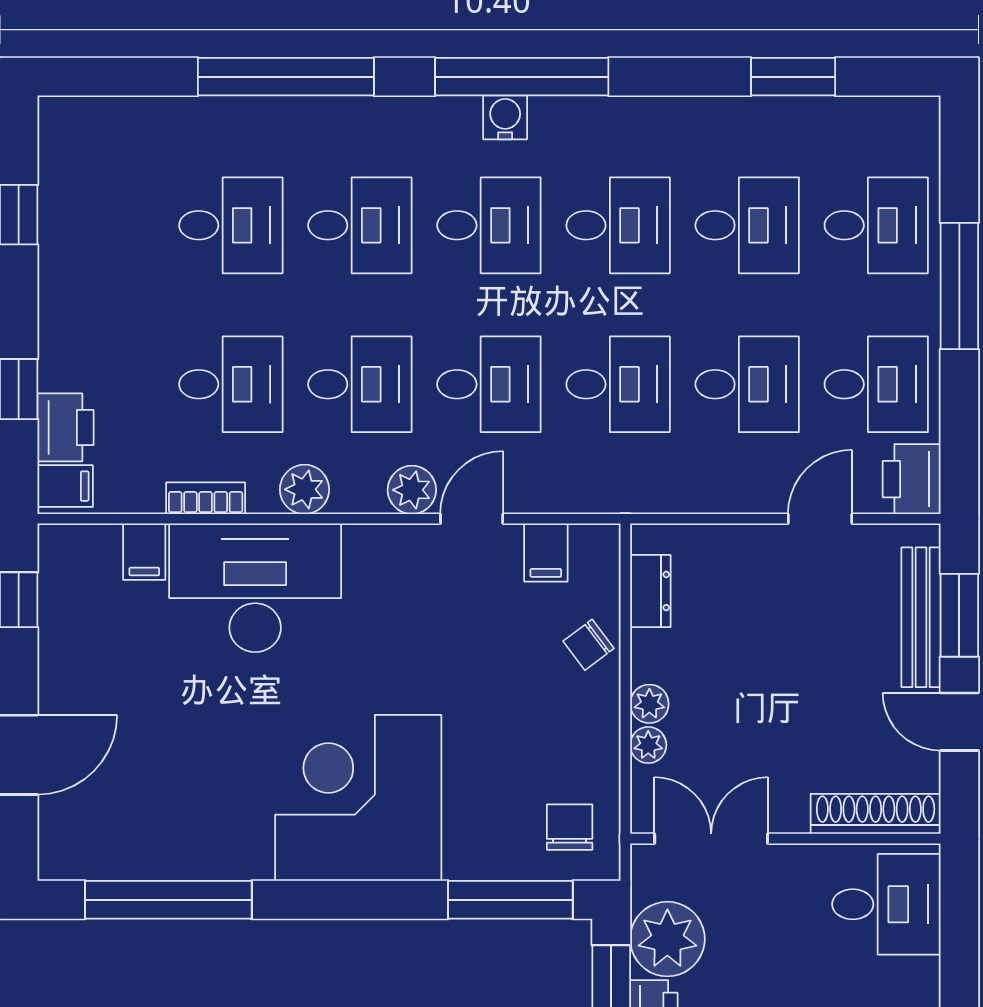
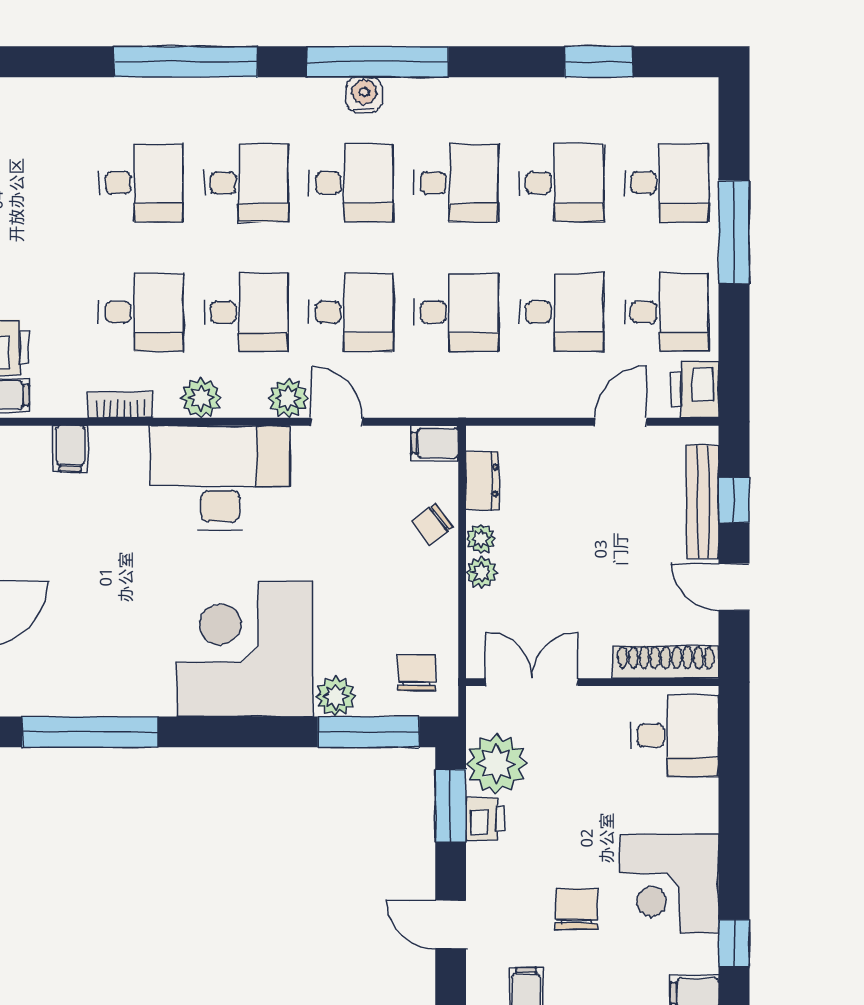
door: (472, 519) -> (337, 422), hinge flipped
filing cabinet: (546, 553) -> (435, 443), moved, turned 90
desk: (255, 588) -> (220, 478), moved
window: (959, 615) -> (734, 500), width x0.67
plant: (648, 745) -> (481, 539), moved
plant: (470, 856) -> (336, 696), added

